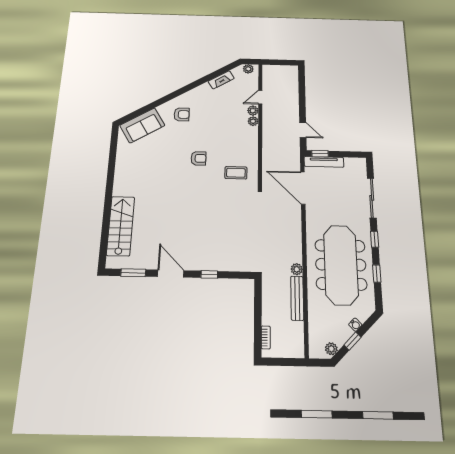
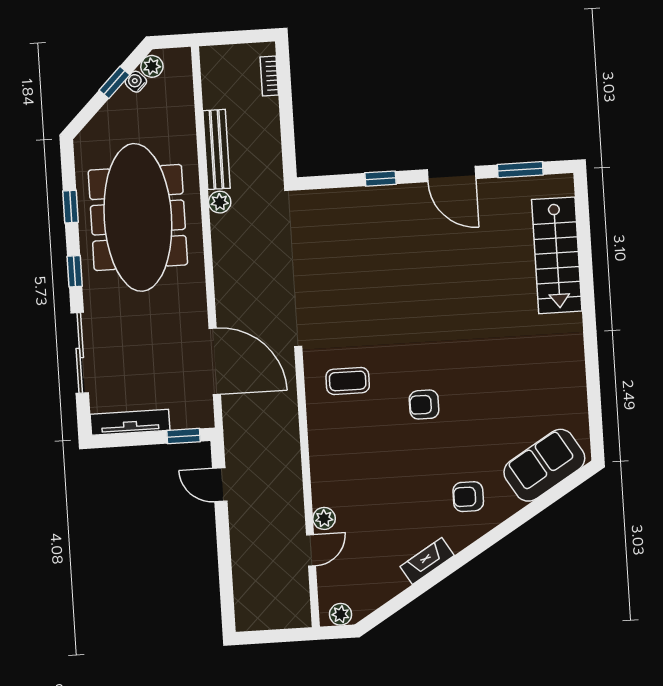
fireplace: (221, 80) -> (427, 561), moved
plant: (253, 121) -> (322, 495), removed
tv unit: (324, 162) -> (130, 422), moved
water cooler: (355, 325) -> (136, 82), moved

